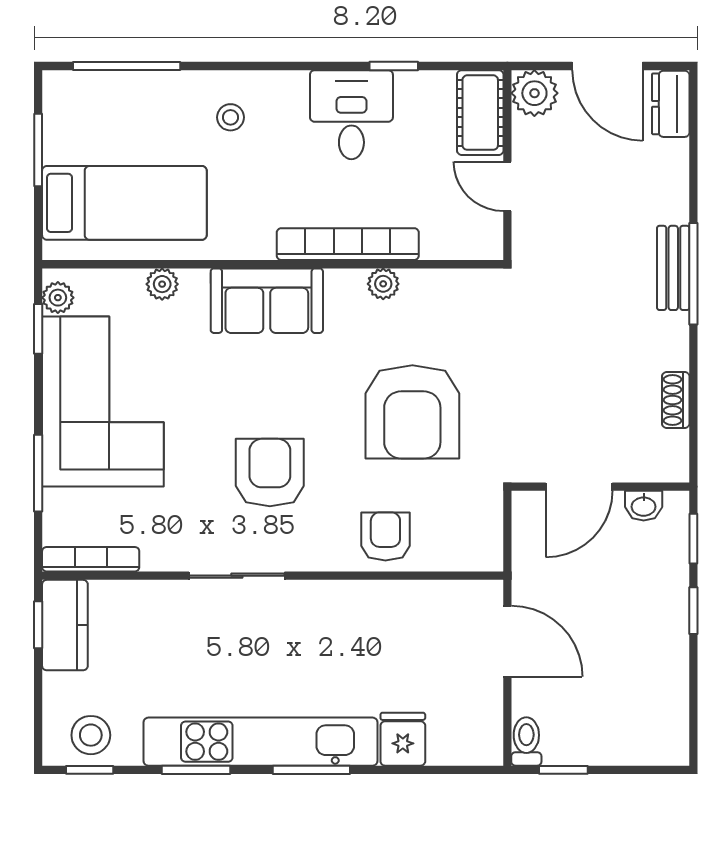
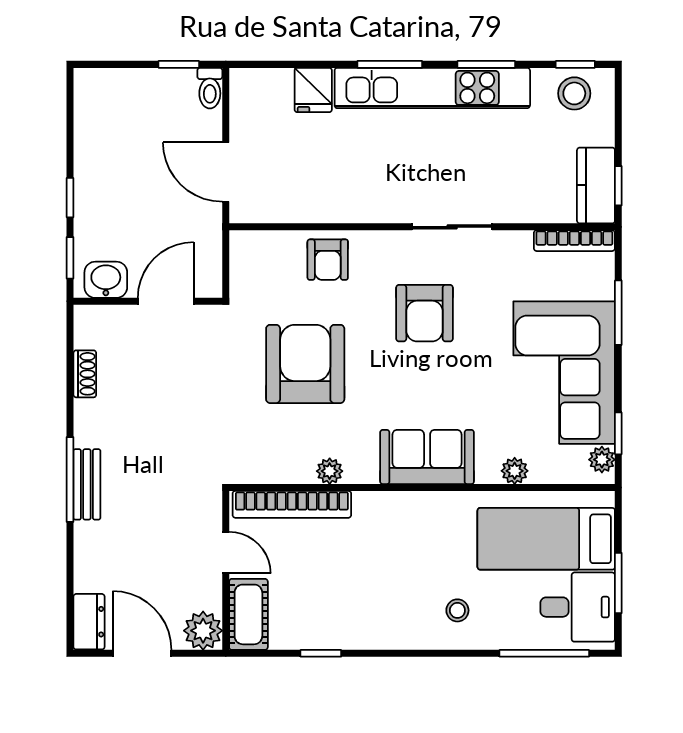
desk: (351, 115) -> (578, 607), moved, turned -90
bookcase: (348, 244) -> (292, 504), moved
washbasin: (644, 506) -> (106, 280), width x1.38, depth x1.45

